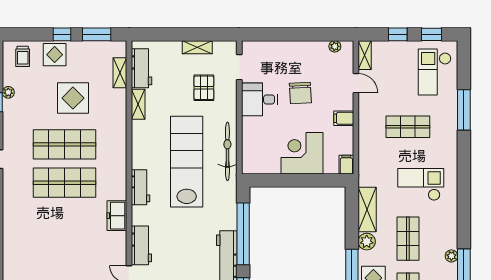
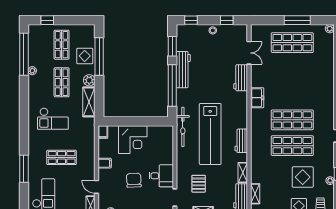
display table: (73, 98) -> (303, 177), moved
bicycle: (227, 151) -> (183, 127), moved
workbench: (140, 187) -> (241, 141), moved

